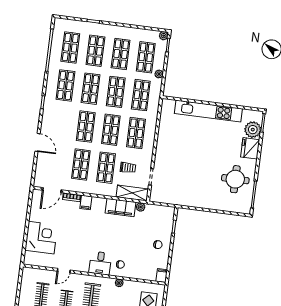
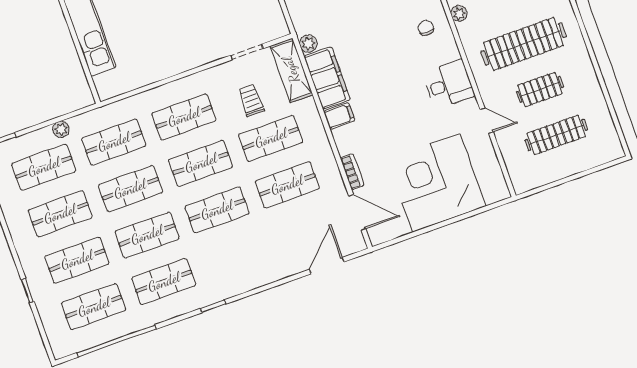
door: (38, 142) -> (327, 266), moved
filing cabinet: (86, 202) -> (339, 116), moved
corner desk: (41, 238) -> (436, 183), width x1.36, depth x1.36
desk: (100, 263) -> (449, 84), moved

